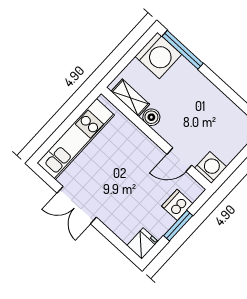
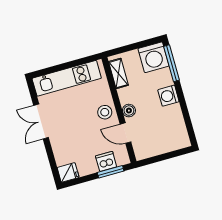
boiler: (151, 117) -> (129, 111), moved
stool: (142, 151) -> (105, 112), added
washing machine: (211, 167) -> (168, 96), moved, turned 180
window: (178, 226) -> (111, 172), moved

